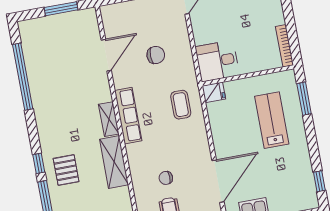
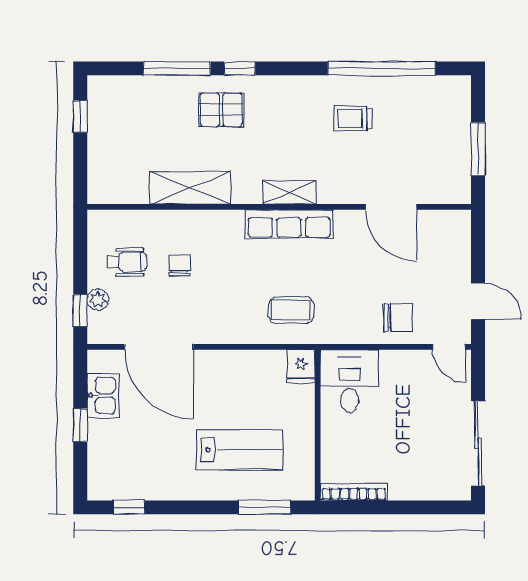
chair: (156, 55) -> (398, 318), moved, turned -90
trolley: (57, 88) -> (353, 119), added
shelving: (114, 162) -> (190, 188), moved

